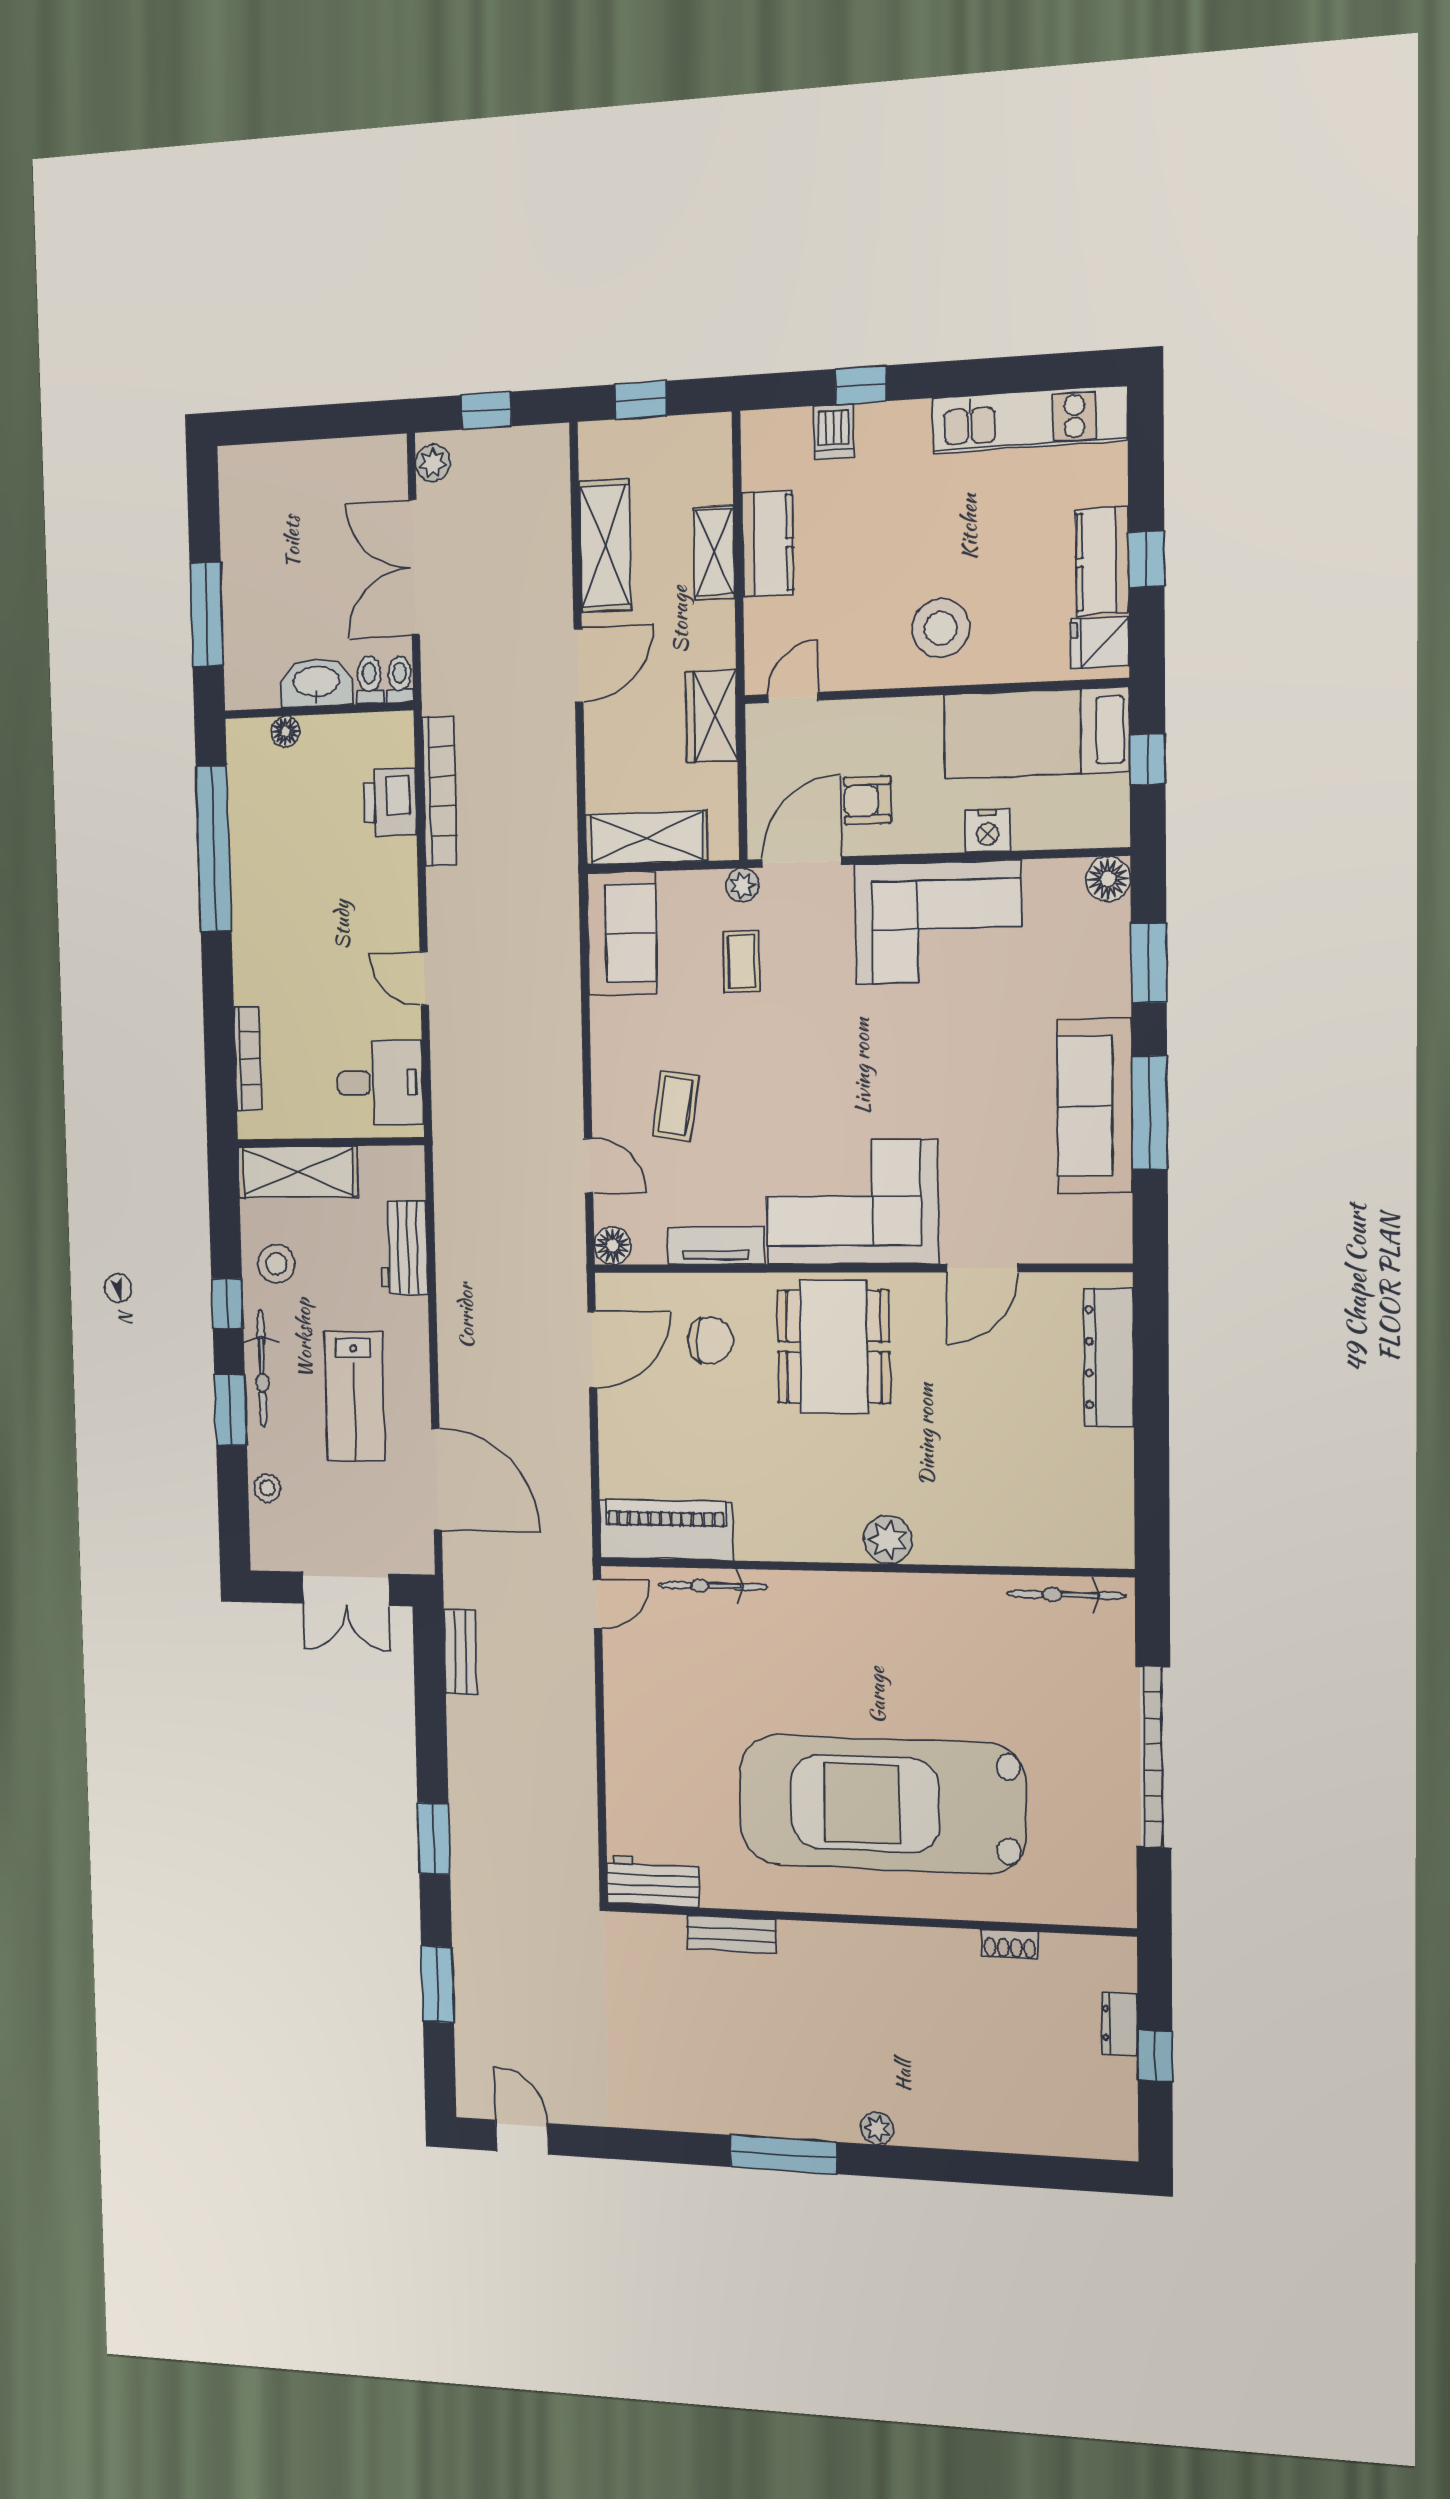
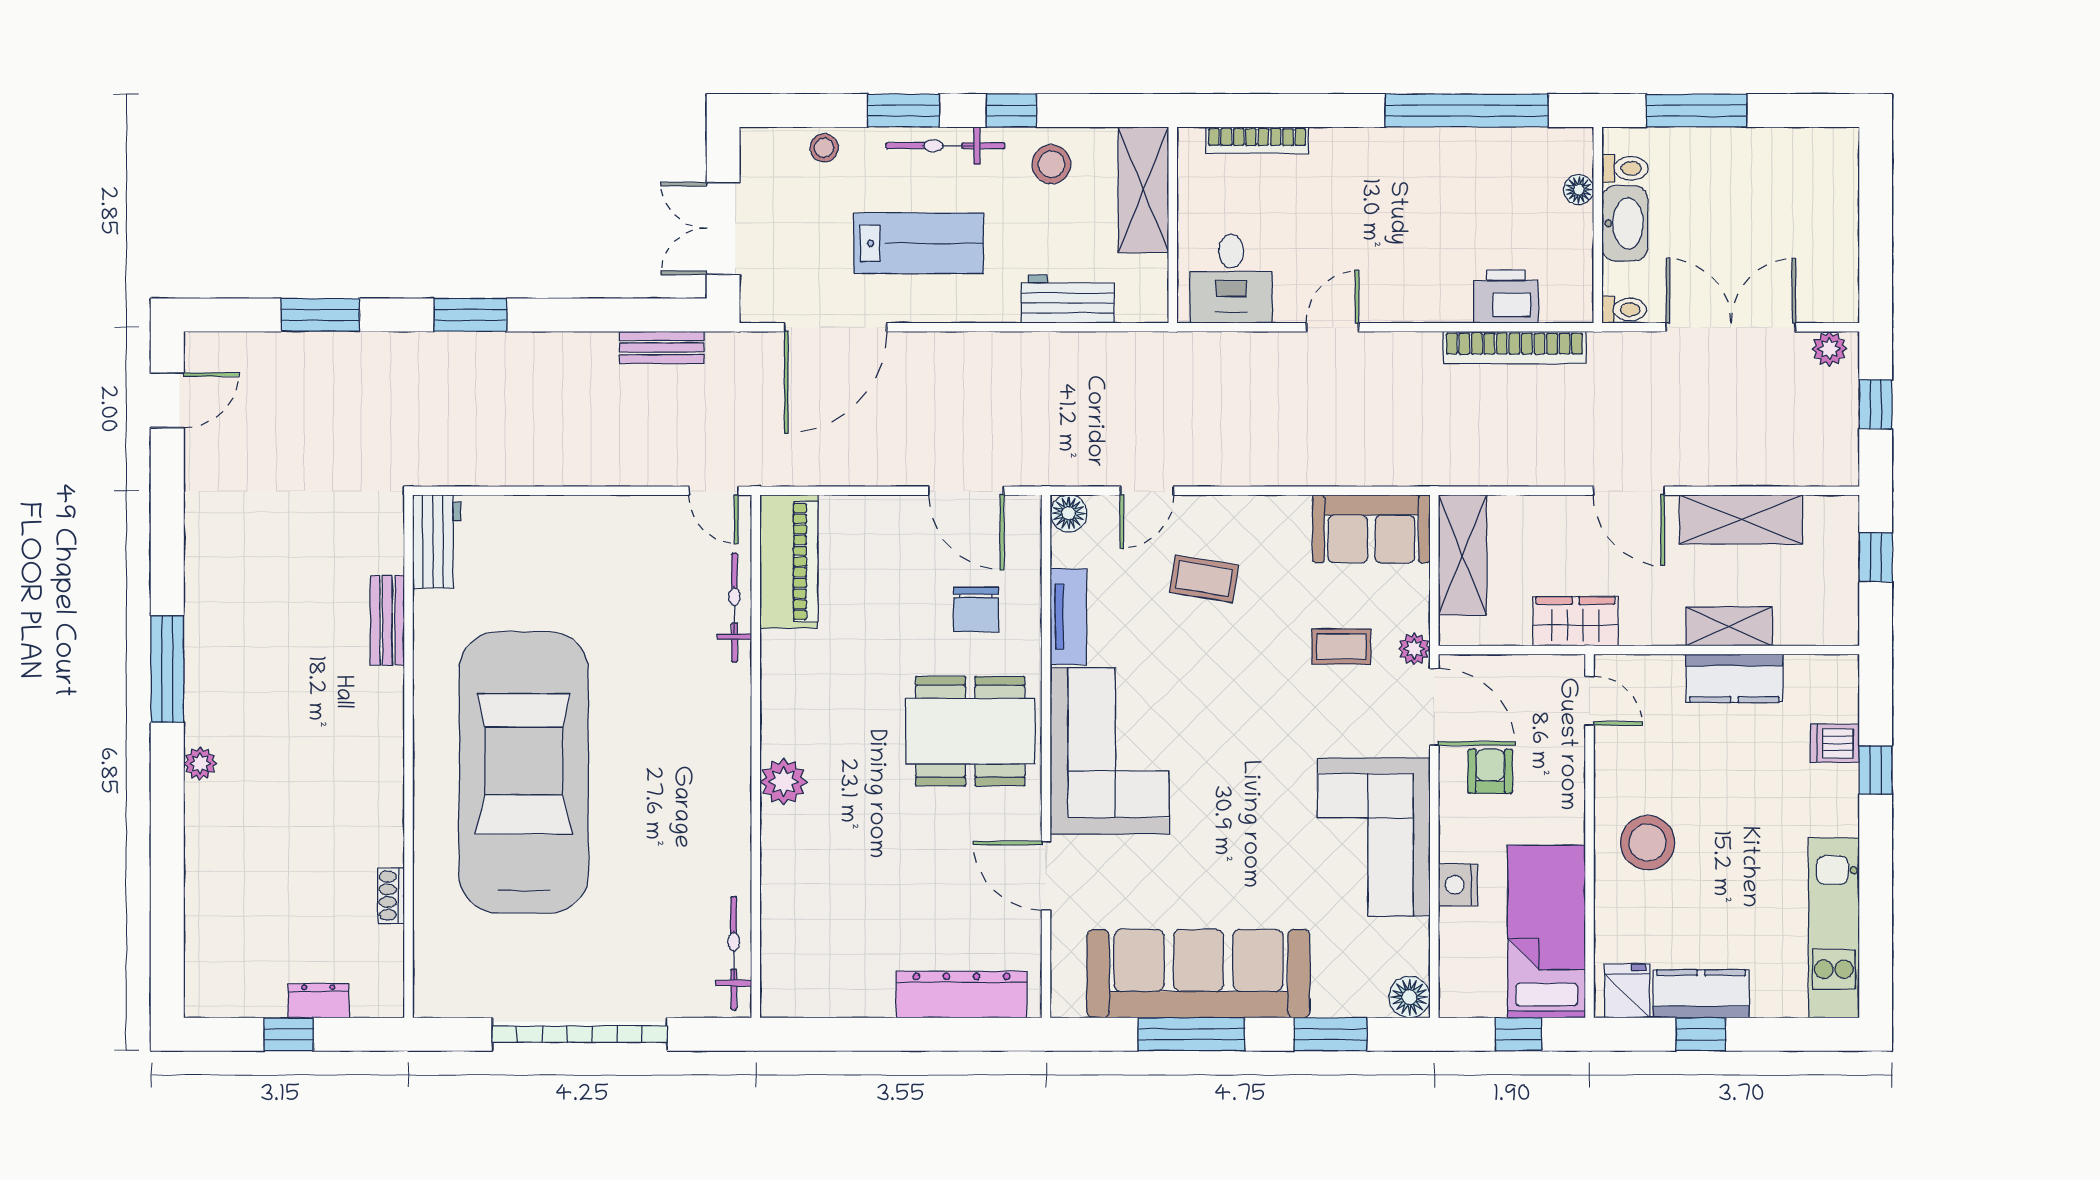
toilet: (369, 680) -> (1625, 168), moved
sofa: (1095, 1106) -> (1198, 974), width x1.36, depth x1.27
lab bench: (354, 1396) -> (919, 243), turned 180

